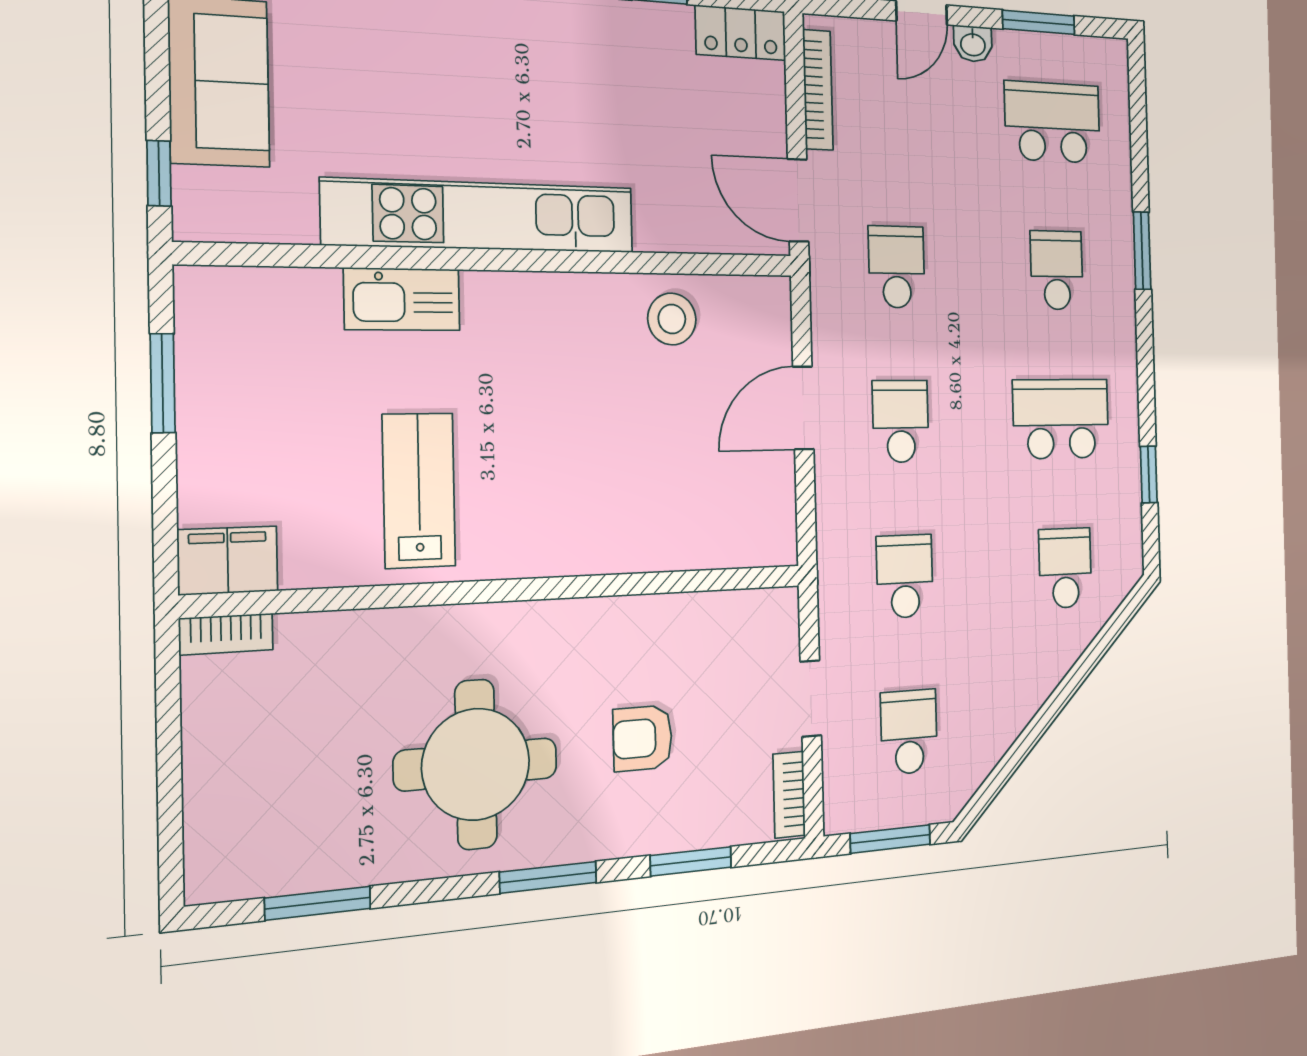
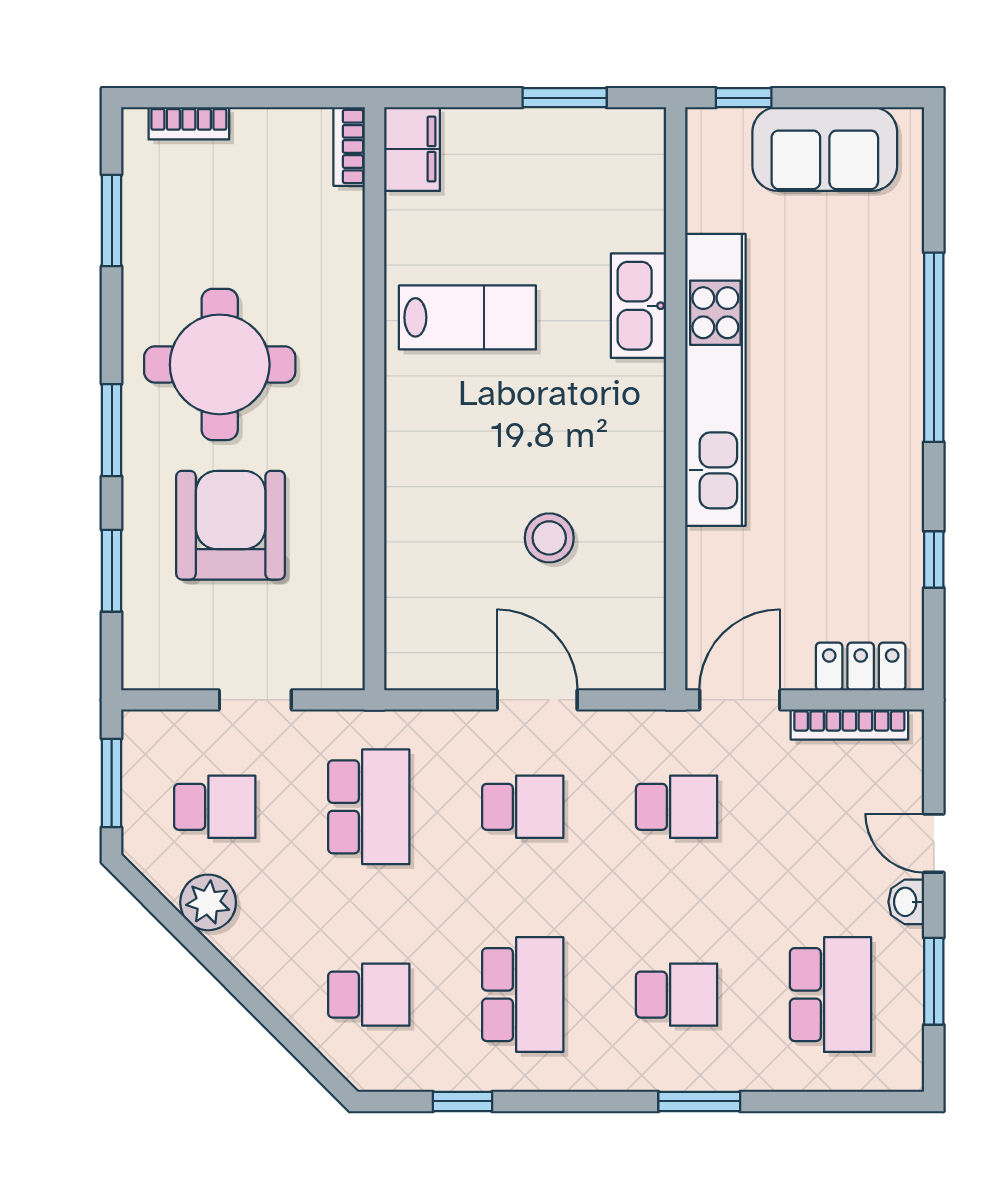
locker: (741, 33) -> (861, 667), moved, turned 90
stool: (672, 319) -> (549, 538), moved
school desk: (905, 576) -> (369, 807), width x1.85
plant: (992, 731) -> (208, 902), added
armchair: (643, 738) -> (231, 525), width x1.88, depth x1.88
bookcase: (789, 795) -> (189, 123), moved, turned 180

